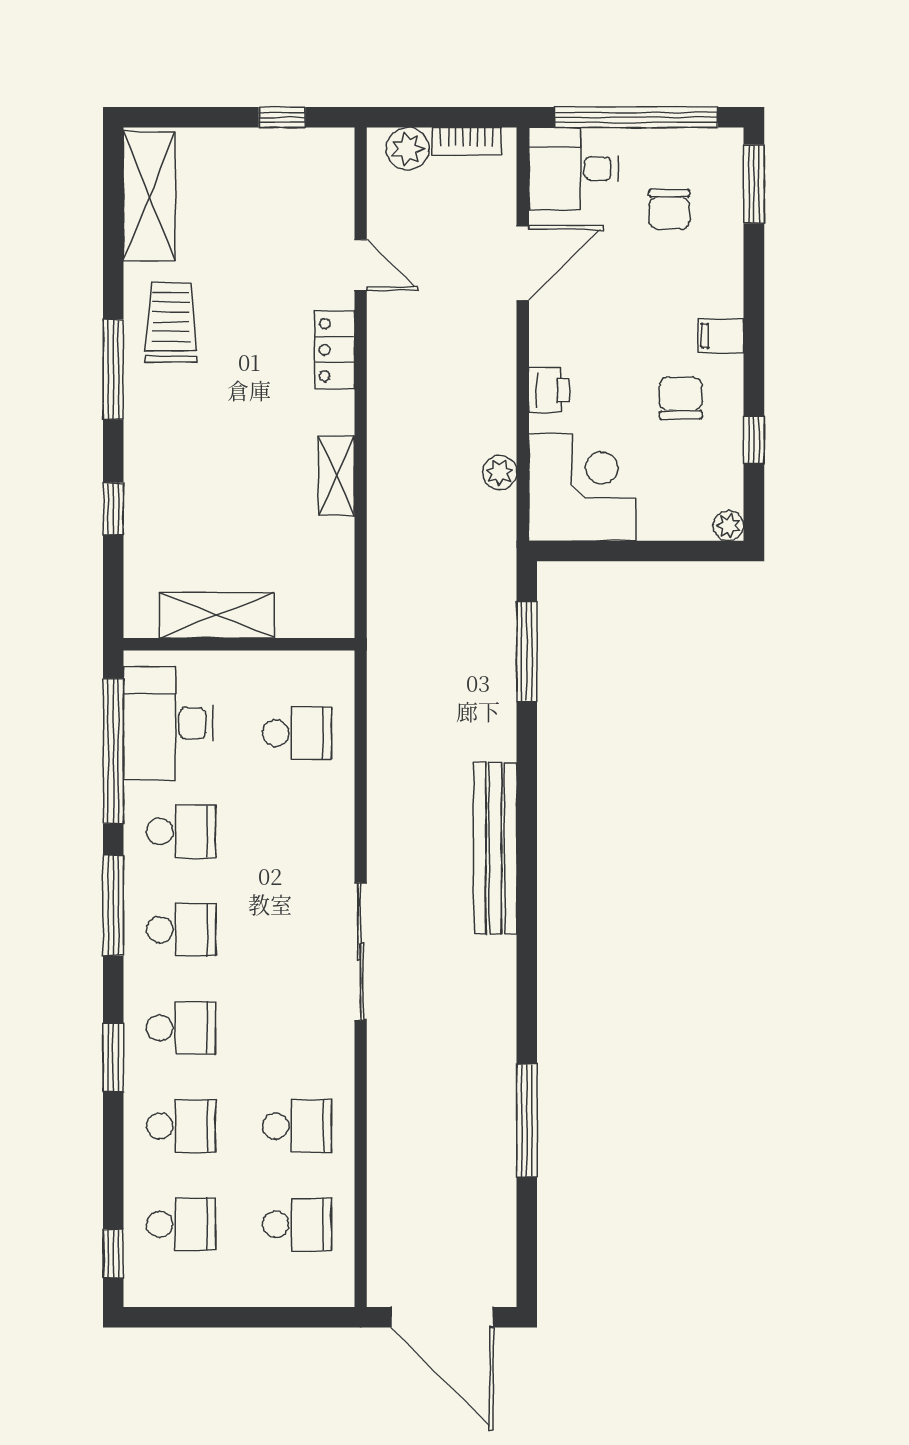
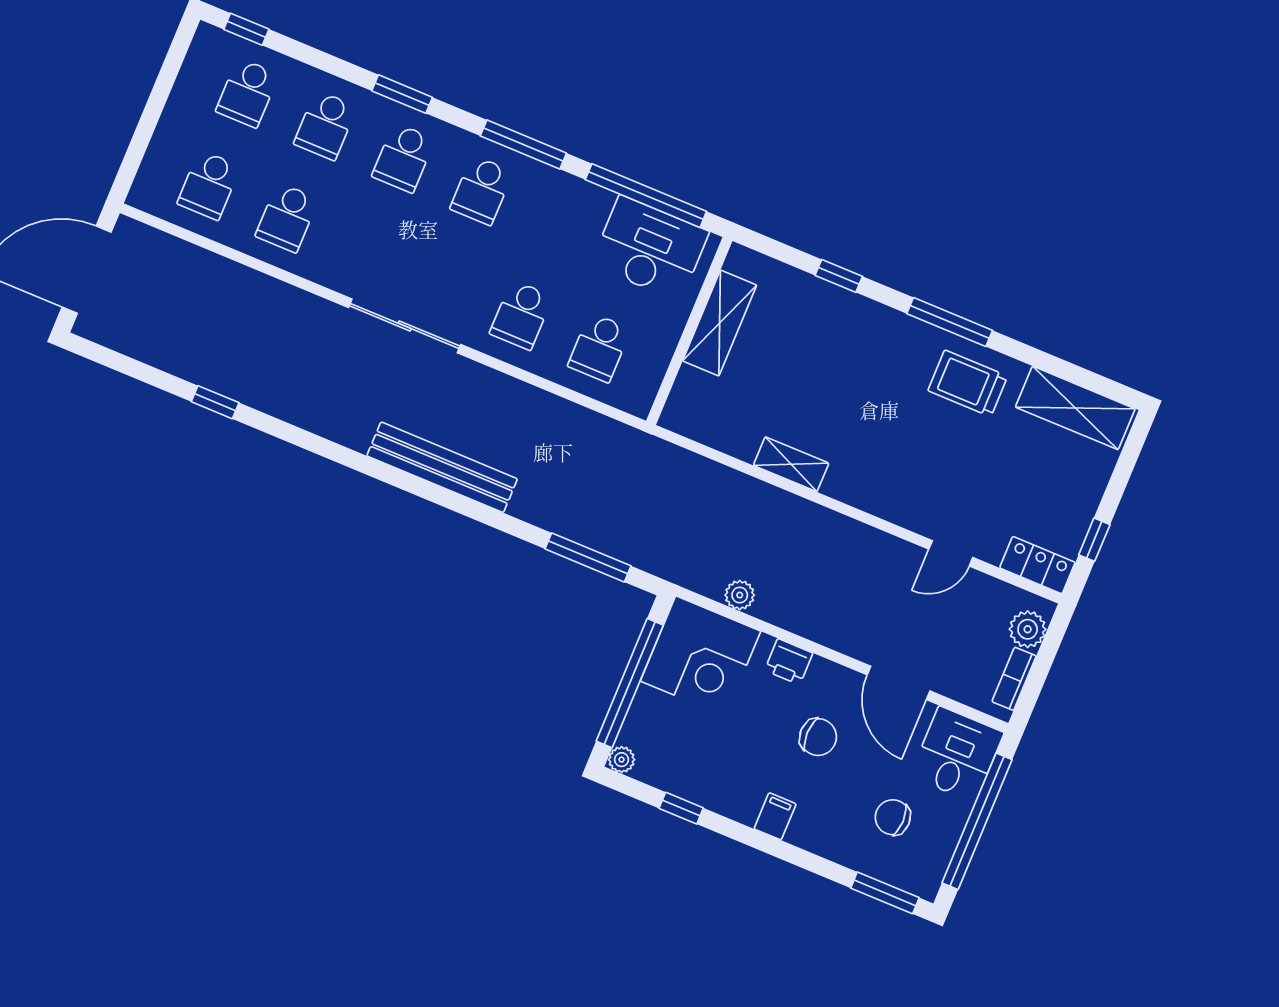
trolley: (171, 322) -> (968, 383), turned 180
locker: (335, 350) -> (1037, 565), moved
chair: (681, 398) -> (818, 737), moved
window: (643, 551) -> (630, 683), added
school desk: (181, 832) -> (521, 315), moved
window: (527, 1121) -> (215, 402), width x0.46

